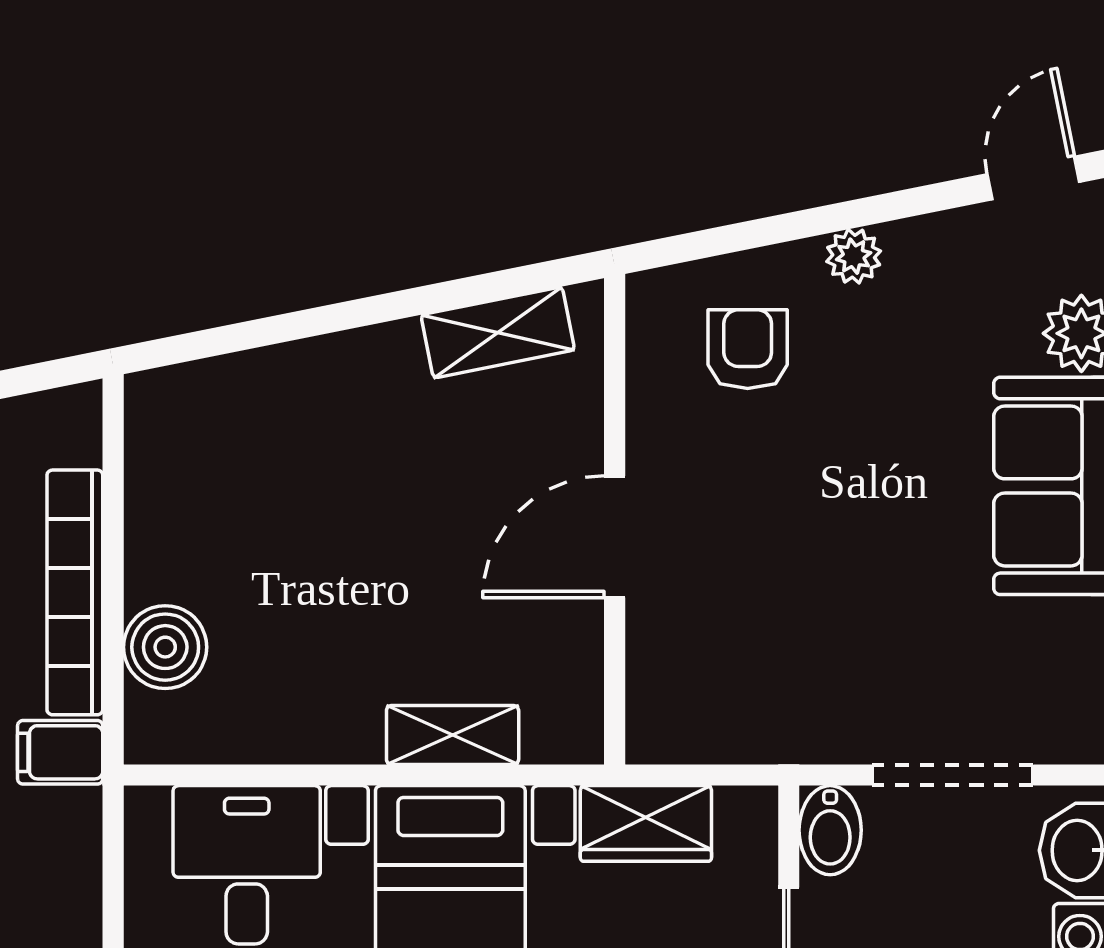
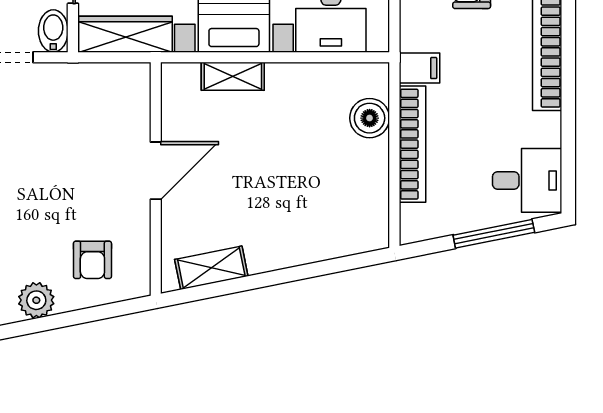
plant: (854, 256) -> (36, 300), width x1.38, depth x1.38
wardrobe: (646, 823) -> (125, 34), width x1.50

